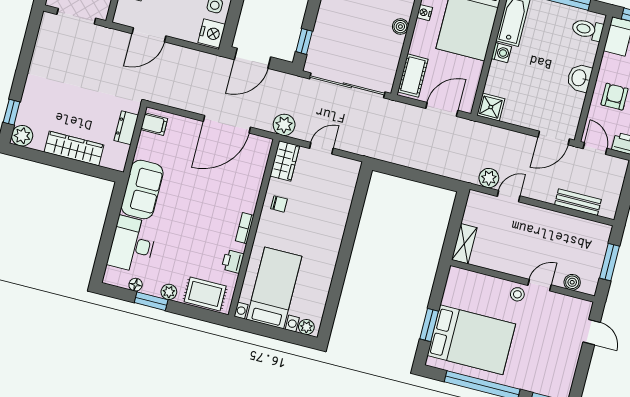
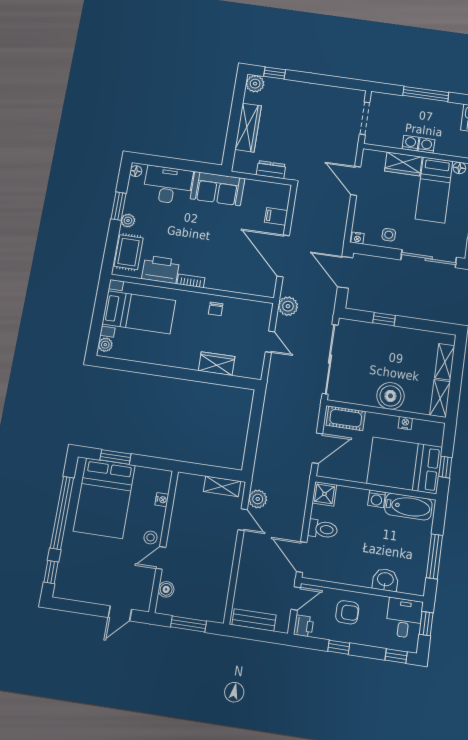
boiler: (400, 27) -> (390, 396), width x1.86, depth x1.86
toilet: (588, 30) -> (323, 529), moved, turned 90
nightstand: (212, 33) -> (358, 238), width x0.53, depth x0.56
window: (304, 41) -> (384, 319), moved
washbasin: (579, 78) -> (385, 580), moved
door: (442, 109) -> (317, 448), hinge flipped
filing cabinet: (154, 124) -> (276, 216), moved, turned 90
wardrobe: (285, 161) -> (217, 364), moved, turned 180
bench: (578, 202) -> (254, 620), moved, turned 90
shelving: (464, 244) -> (222, 486), moved
printer: (233, 261) -> (161, 269), width x1.87, depth x1.48
nightstand: (479, 279) -> (162, 500), added
floor lamp: (136, 285) -> (136, 171), moved
door: (540, 285) -> (161, 558), swing flipped

